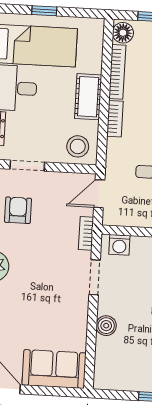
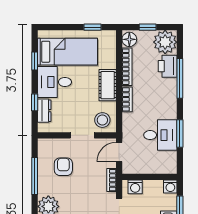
window: (44, 11) -> (92, 27), moved
doorway: (27, 166) -> (82, 135), moved

